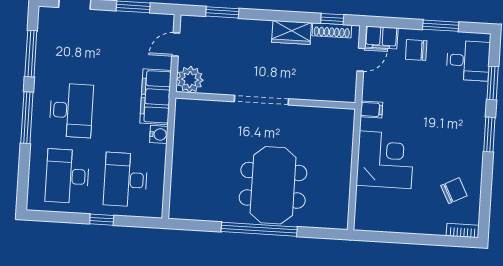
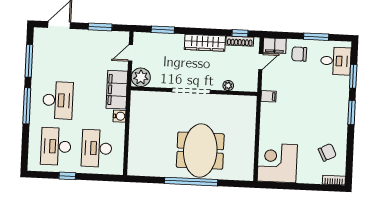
wardrobe: (292, 32) -> (205, 43), width x1.50
plant: (314, 93) -> (228, 85), added
corner desk: (385, 160) -> (277, 163), moved, turned -90
window: (102, 220) -> (67, 176), moved

